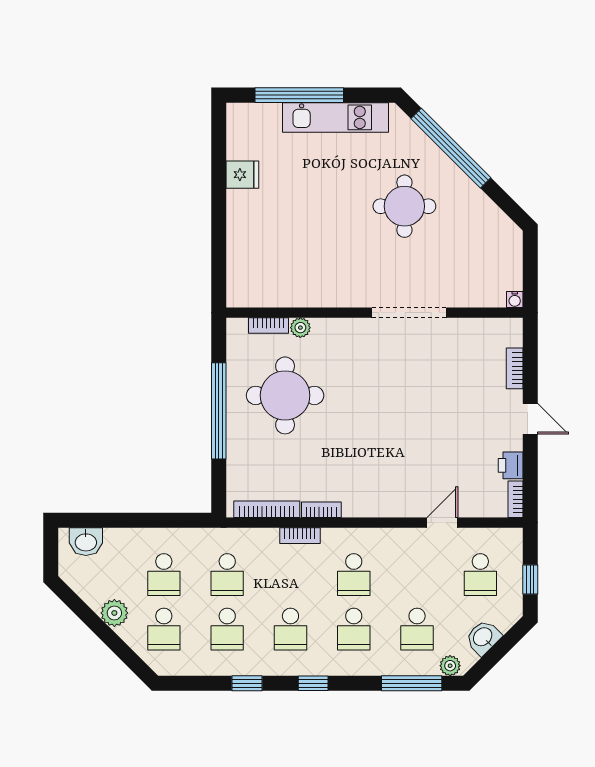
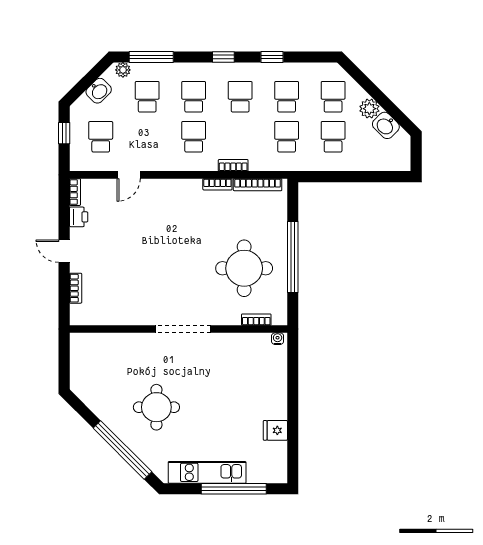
water cooler: (515, 300) -> (278, 339), moved
doorway: (409, 313) -> (183, 329), moved
plant: (300, 328) -> (233, 318), removed
washbasin: (86, 542) -> (386, 125), moved, turned -135

